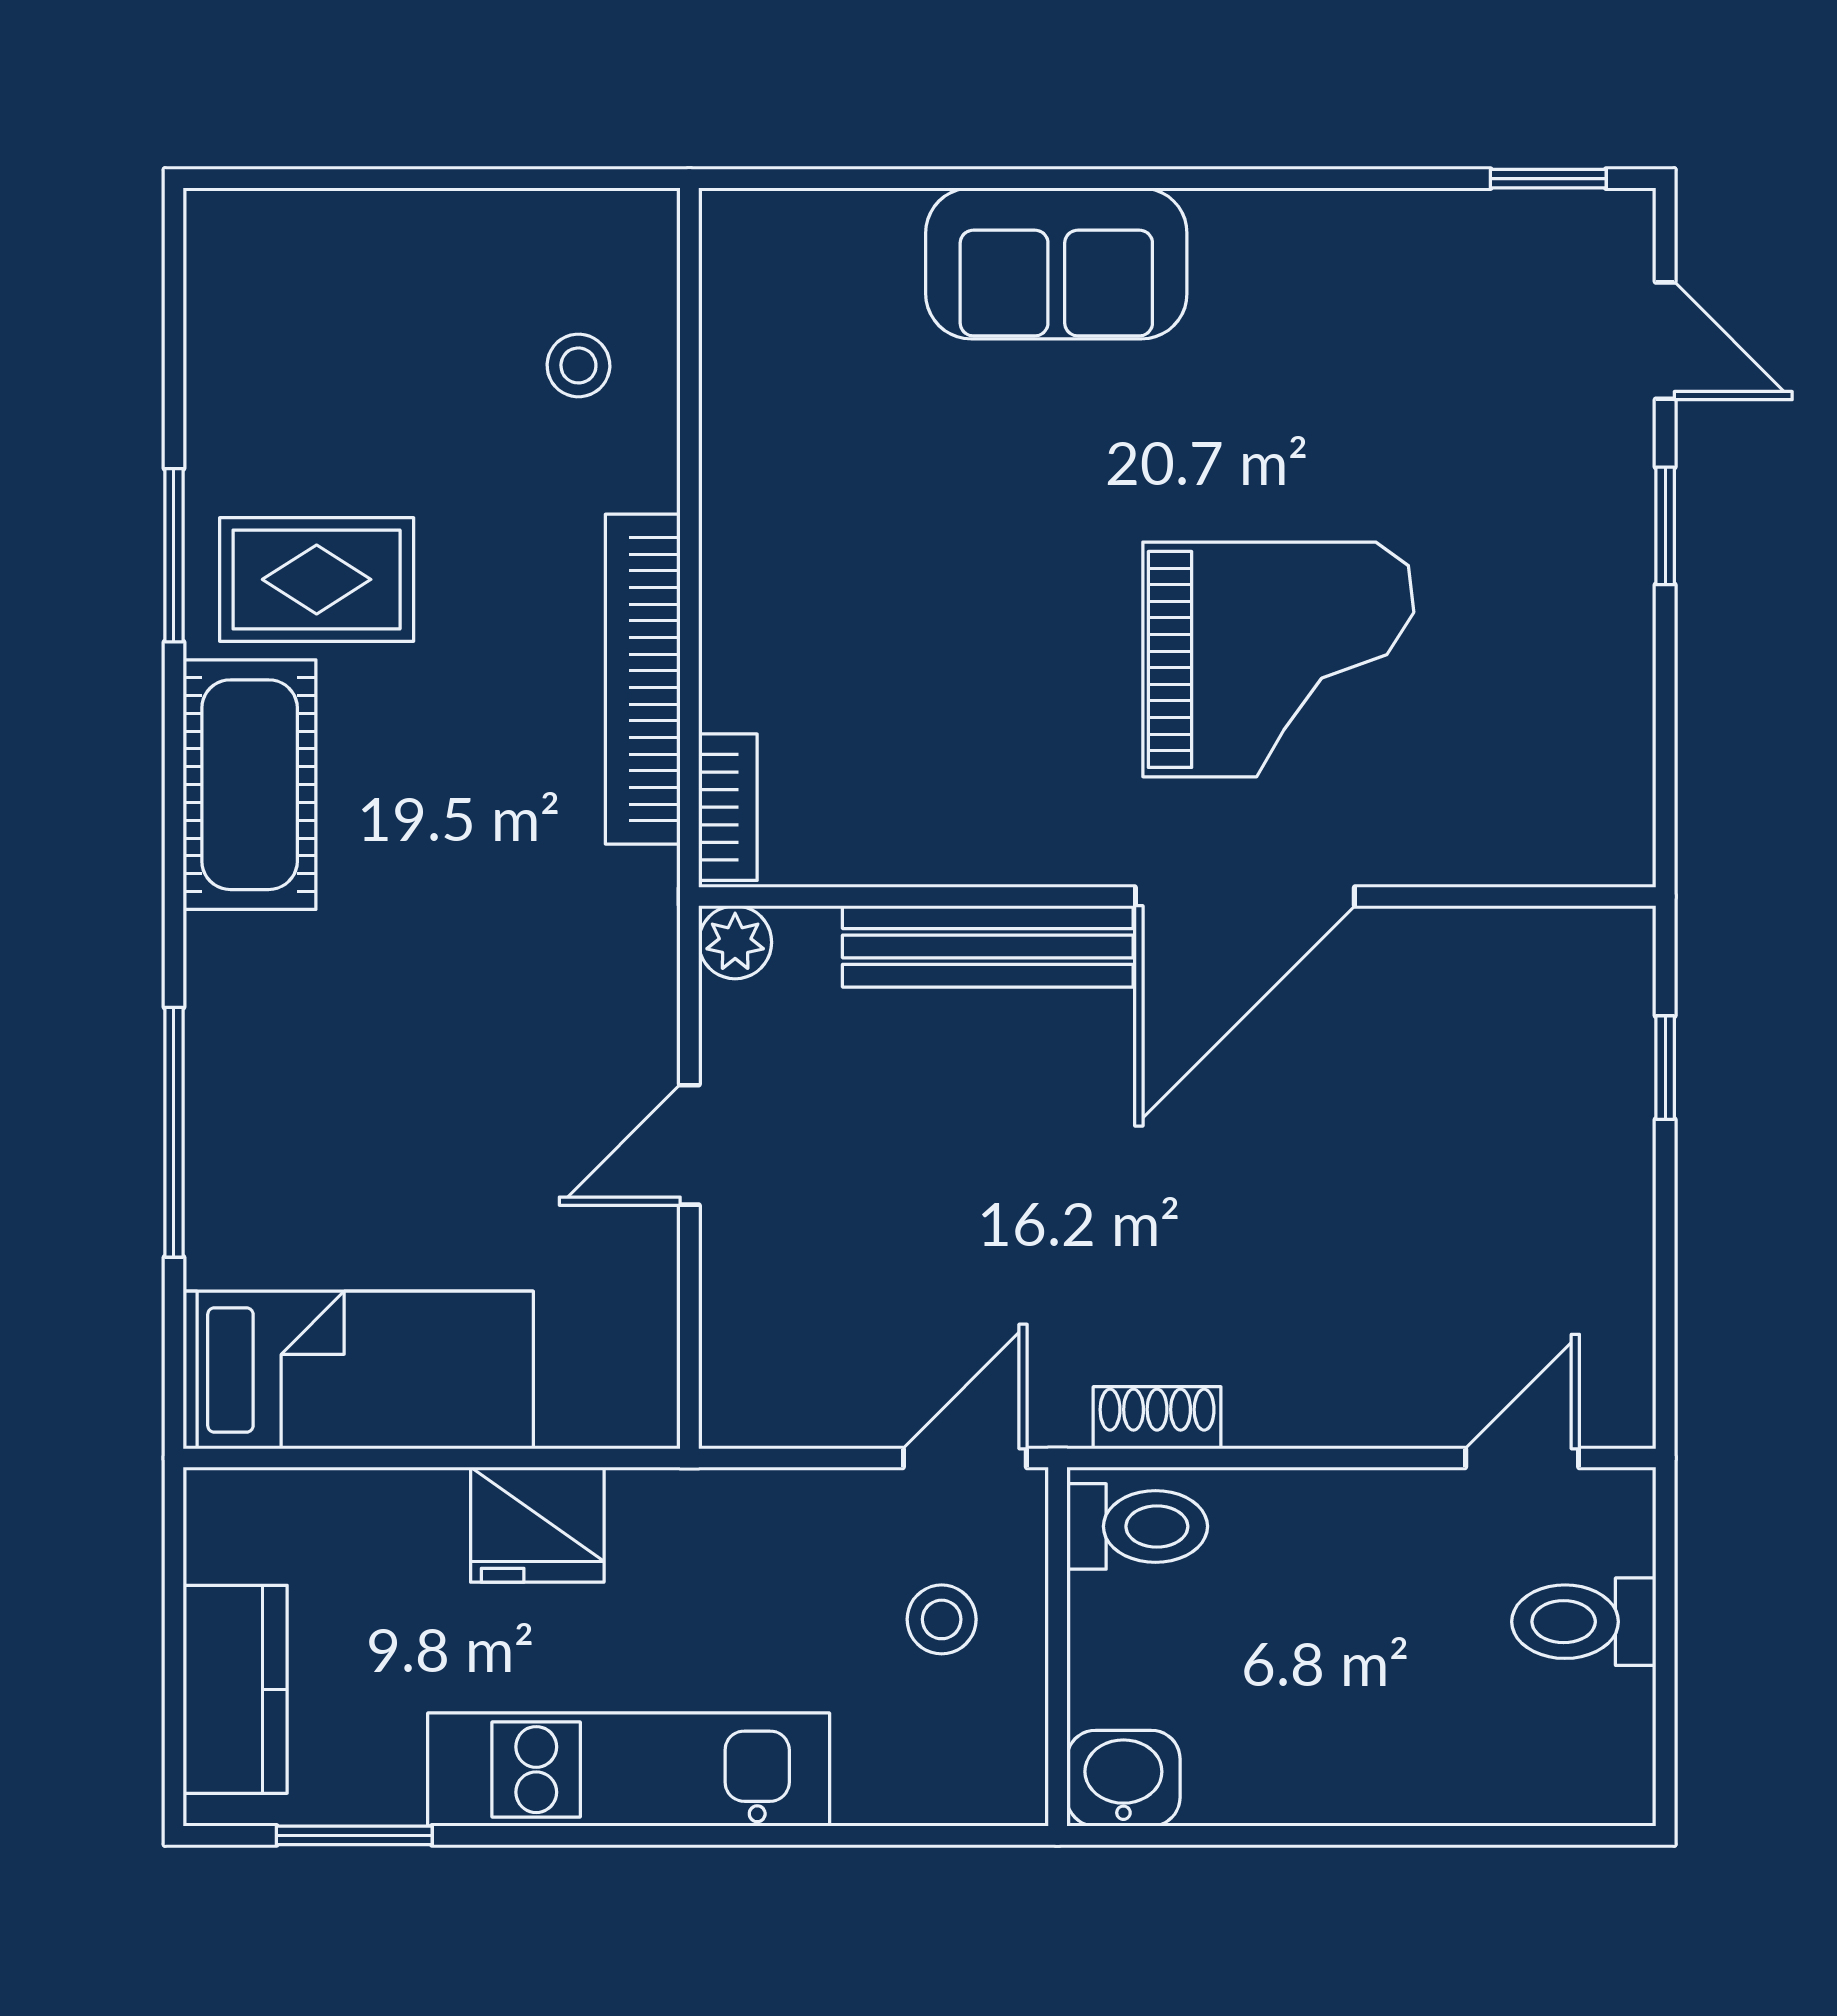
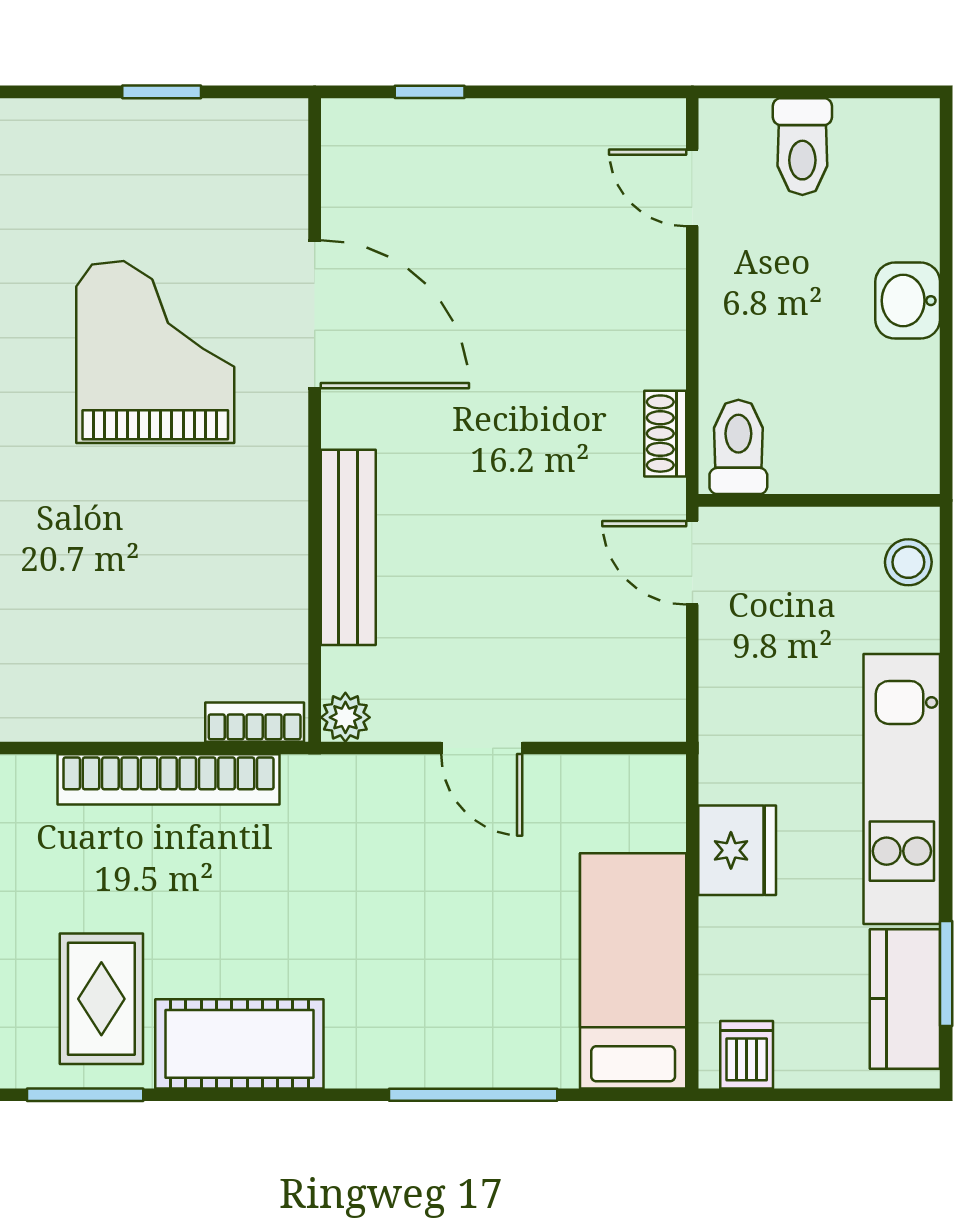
window: (1665, 526) -> (162, 92), moved
door: (1245, 897) -> (315, 314), moved
dishwasher: (234, 1539) -> (747, 1055), added
stool: (942, 1619) -> (908, 562), moved
kitchen counter: (235, 1689) -> (905, 999), moved, turned -90
washbasin: (1123, 1778) -> (908, 301), moved

